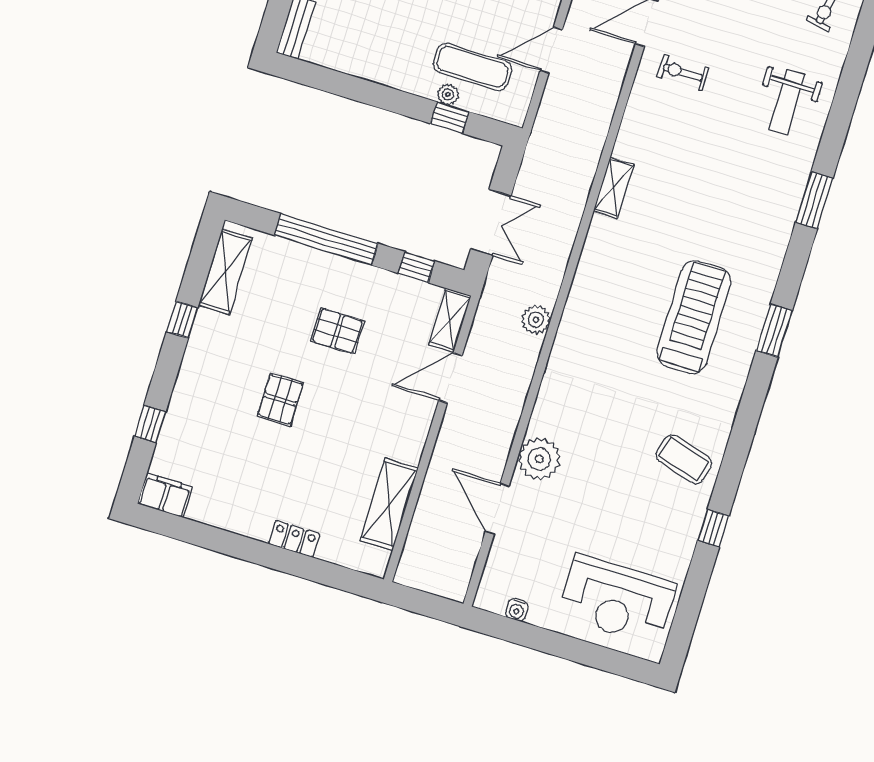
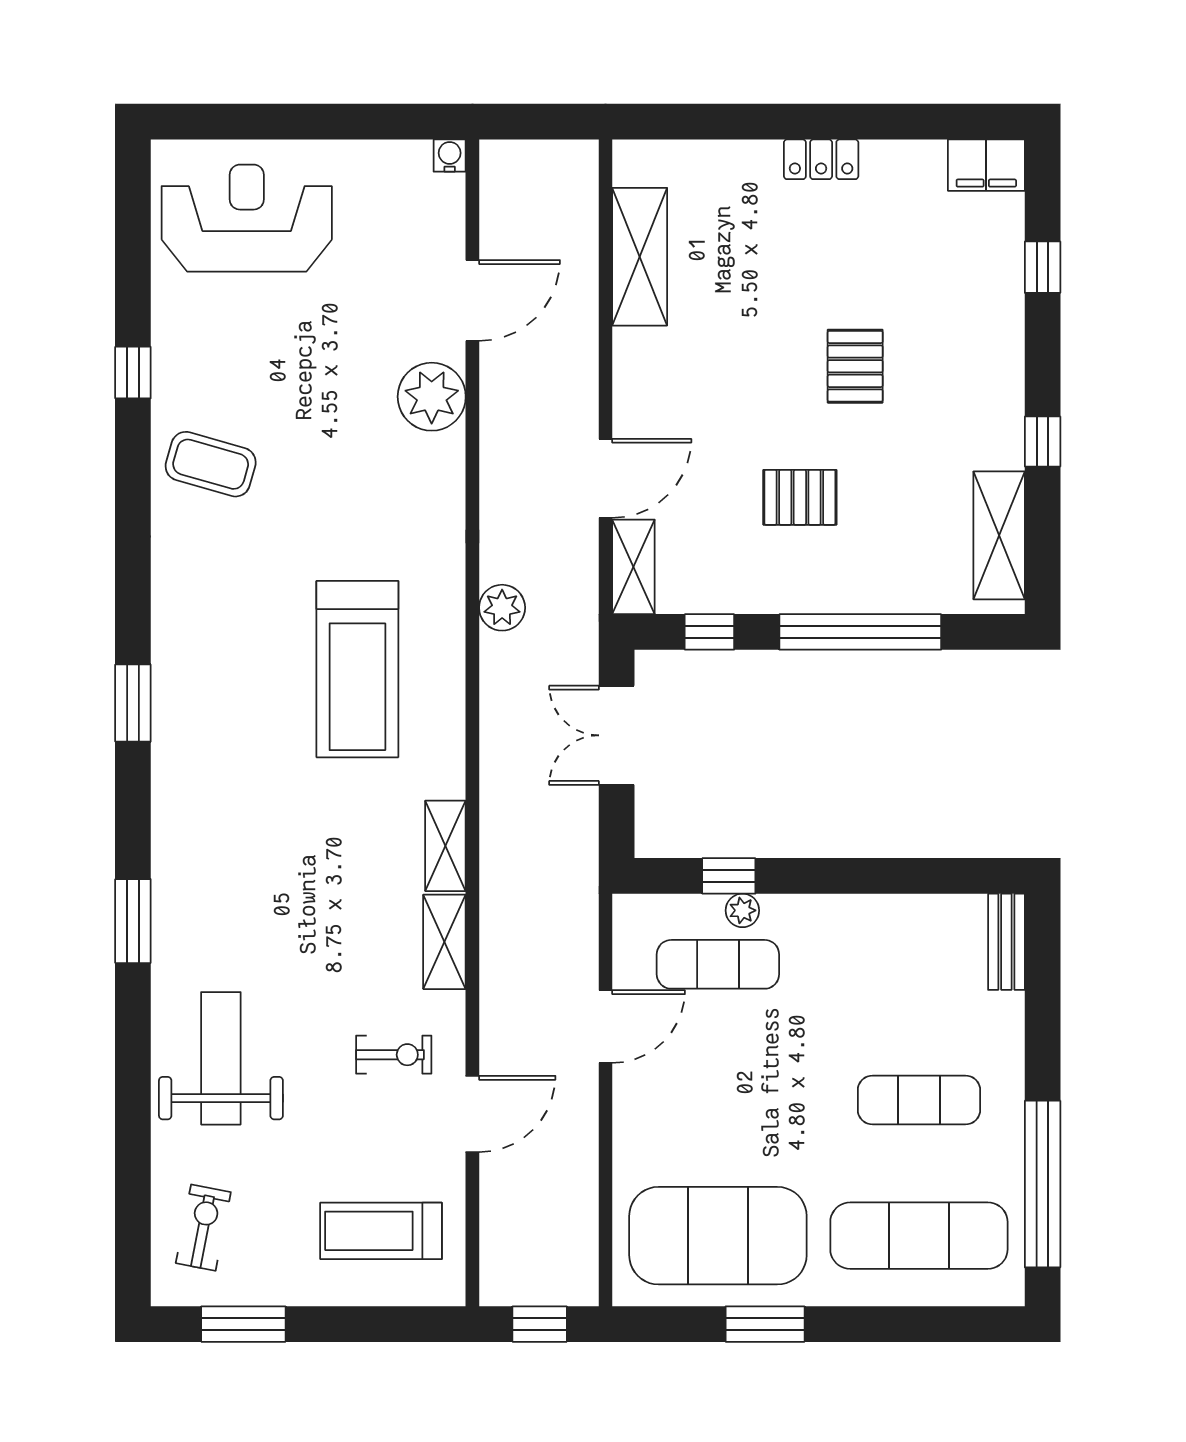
weight bench: (787, 102) -> (221, 1058), width x1.36, depth x1.33
shelving: (632, 131) -> (444, 942), added
treadmill: (694, 317) -> (357, 669), moved
door: (497, 509) -> (472, 300), hinge flipped
locker: (294, 539) -> (821, 159), moved
water cooler: (517, 610) -> (450, 156), moved

